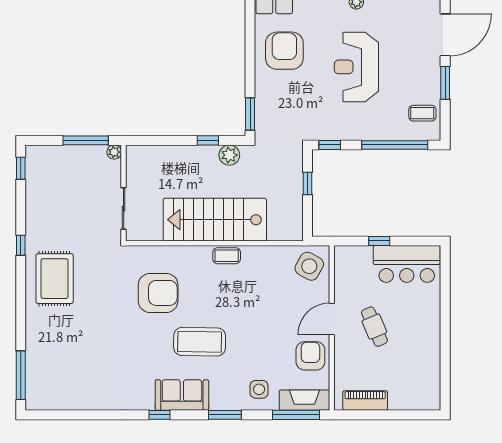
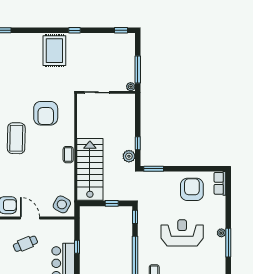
armchair: (284, 51) -> (192, 189), turned -90
stairs: (215, 220) -> (90, 169), moved
rug: (55, 279) -> (54, 51), turned 90

